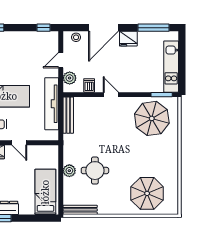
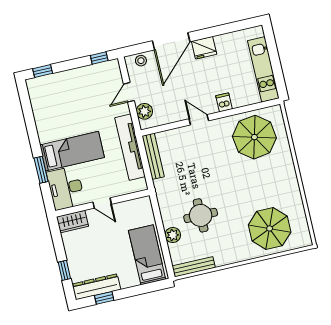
window: (153, 28) -> (231, 27), removed
dishwasher: (89, 85) -> (224, 102), moved
window: (162, 95) -> (260, 106), removed
plant: (69, 171) -> (173, 235), moved

